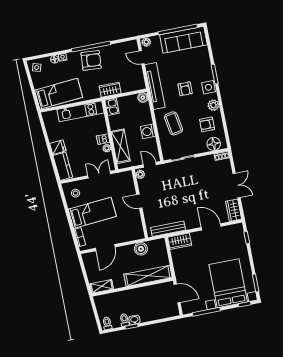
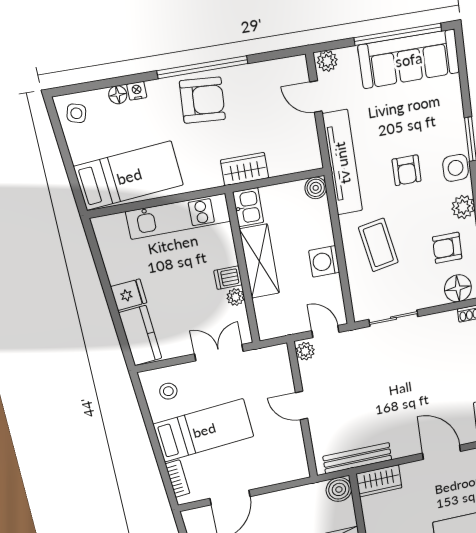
shelving: (121, 146) -> (259, 261), moved
boiler: (141, 249) -> (339, 489), moved

